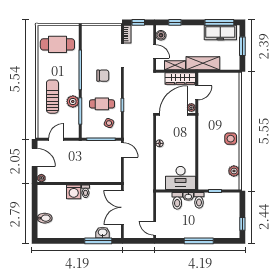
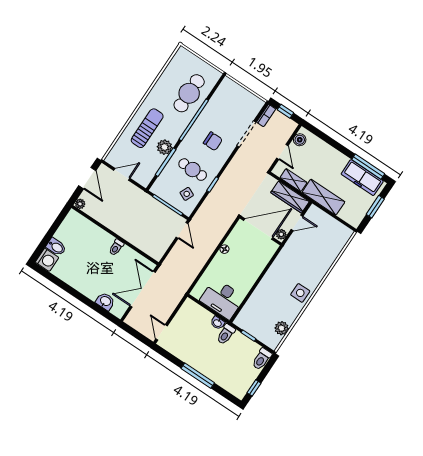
window: (175, 22) -> (323, 136), removed
cafe table: (57, 44) -> (189, 93), moved, turned 90
washing machine: (74, 192) -> (47, 260), moved, turned -90
toilet: (177, 201) -> (262, 359), moved
window: (98, 241) -> (95, 307), removed

